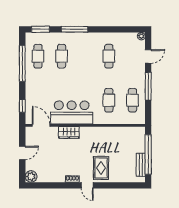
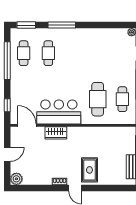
cafe table: (109, 56) -> (98, 53), removed
cafe table: (109, 100) -> (98, 99), width x1.37, depth x1.35

